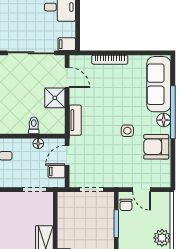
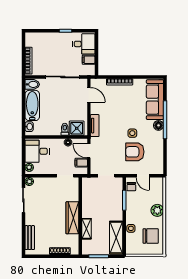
filing cabinet: (67, 44) -> (89, 60), moved
shower: (55, 98) -> (77, 128), moved
armchair: (156, 147) -> (135, 152), moved
door: (67, 155) -> (89, 151), hinge flipped

